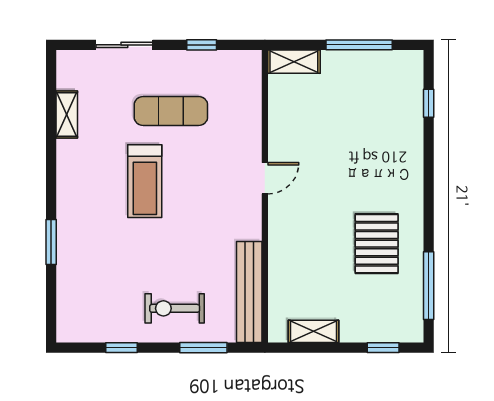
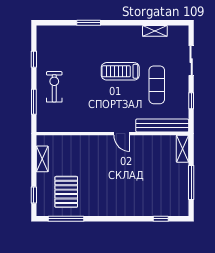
pallet: (377, 244) -> (66, 192), moved, turned 90
bench: (249, 292) -> (162, 126), moved

